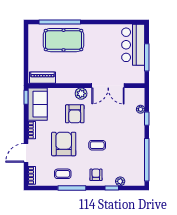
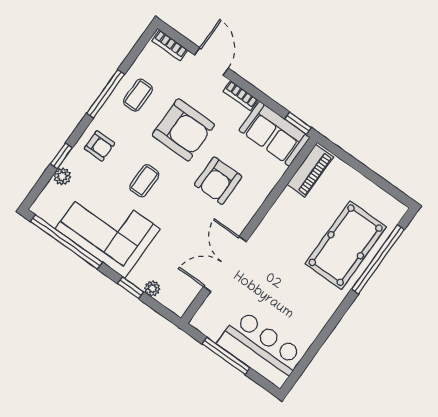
plant: (81, 94) -> (243, 213), removed
armchair: (75, 114) -> (218, 181), turned -90
corner sofa: (129, 146) -> (108, 229), added

